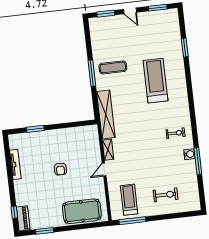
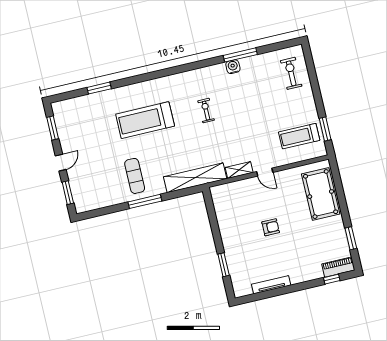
exercise bike: (176, 133) -> (206, 111), moved
exercise bike: (166, 195) -> (291, 73), moved
window: (132, 221) -> (325, 129), width x0.69

